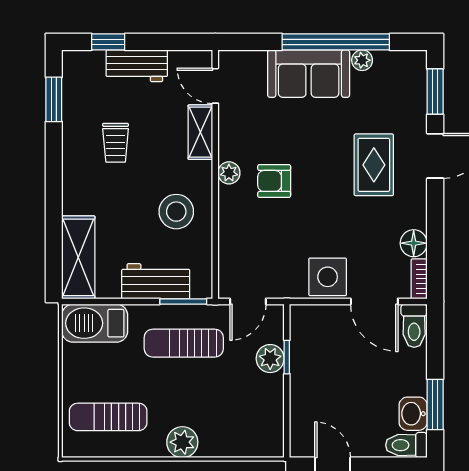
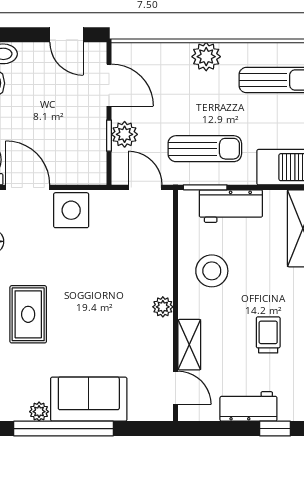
armchair: (274, 181) -> (121, 299), removed
door: (248, 301) -> (145, 187), hinge flipped
door: (287, 412) -> (109, 85), added

